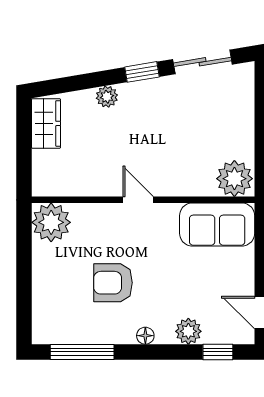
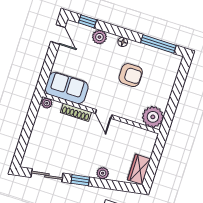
plant: (234, 179) -> (47, 103), width x0.53, depth x0.53
shoe rack: (187, 188) -> (76, 112), added

